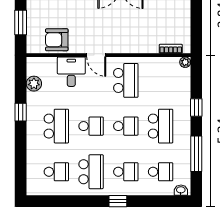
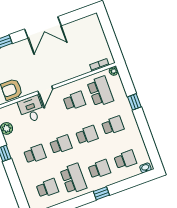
door: (96, 55) -> (45, 90), hinge flipped
school desk: (126, 80) -> (74, 101), width x0.54
school desk: (161, 80) -> (100, 91), added
school desk: (56, 126) -> (35, 154), width x0.54
school desk: (161, 126) -> (113, 126), width x0.54
window: (196, 154) -> (147, 136), removed

